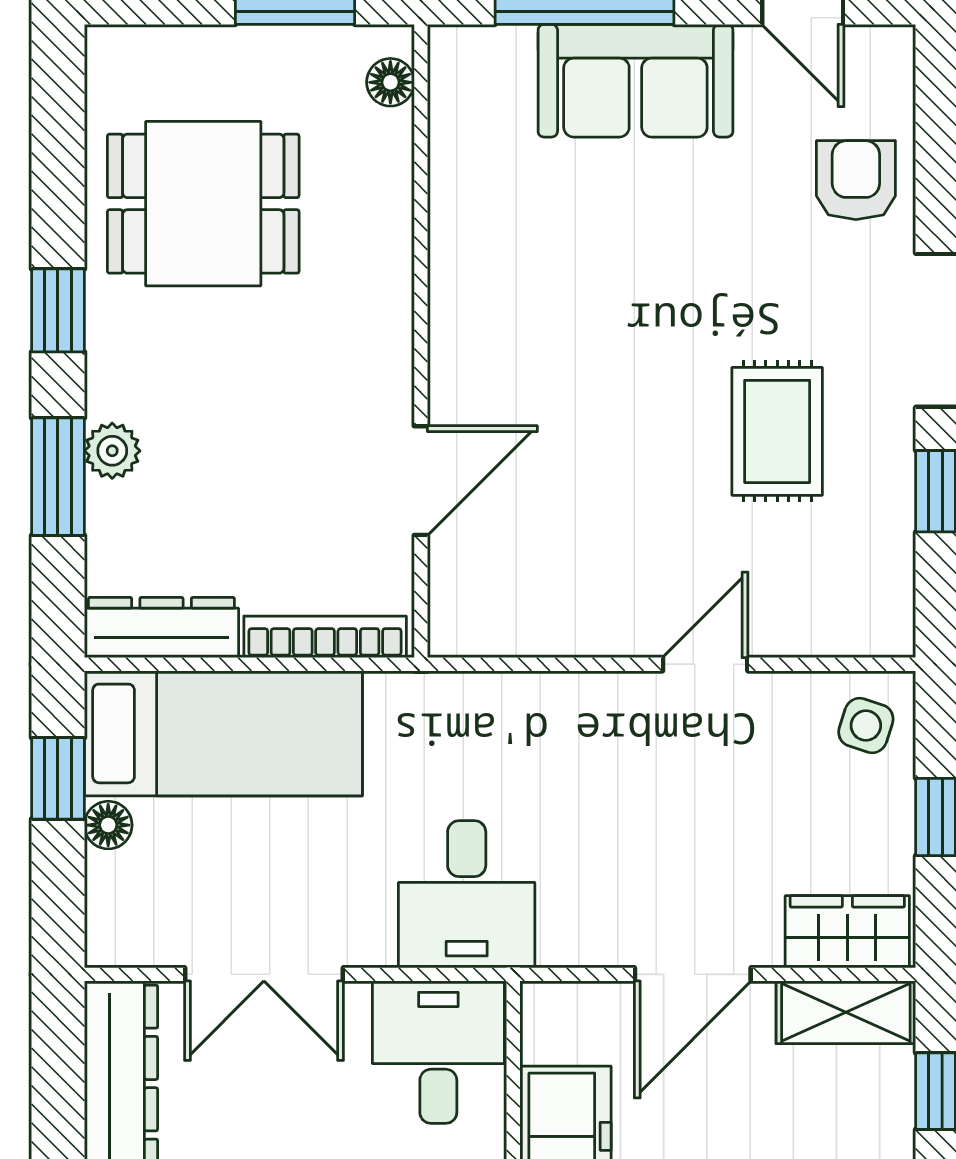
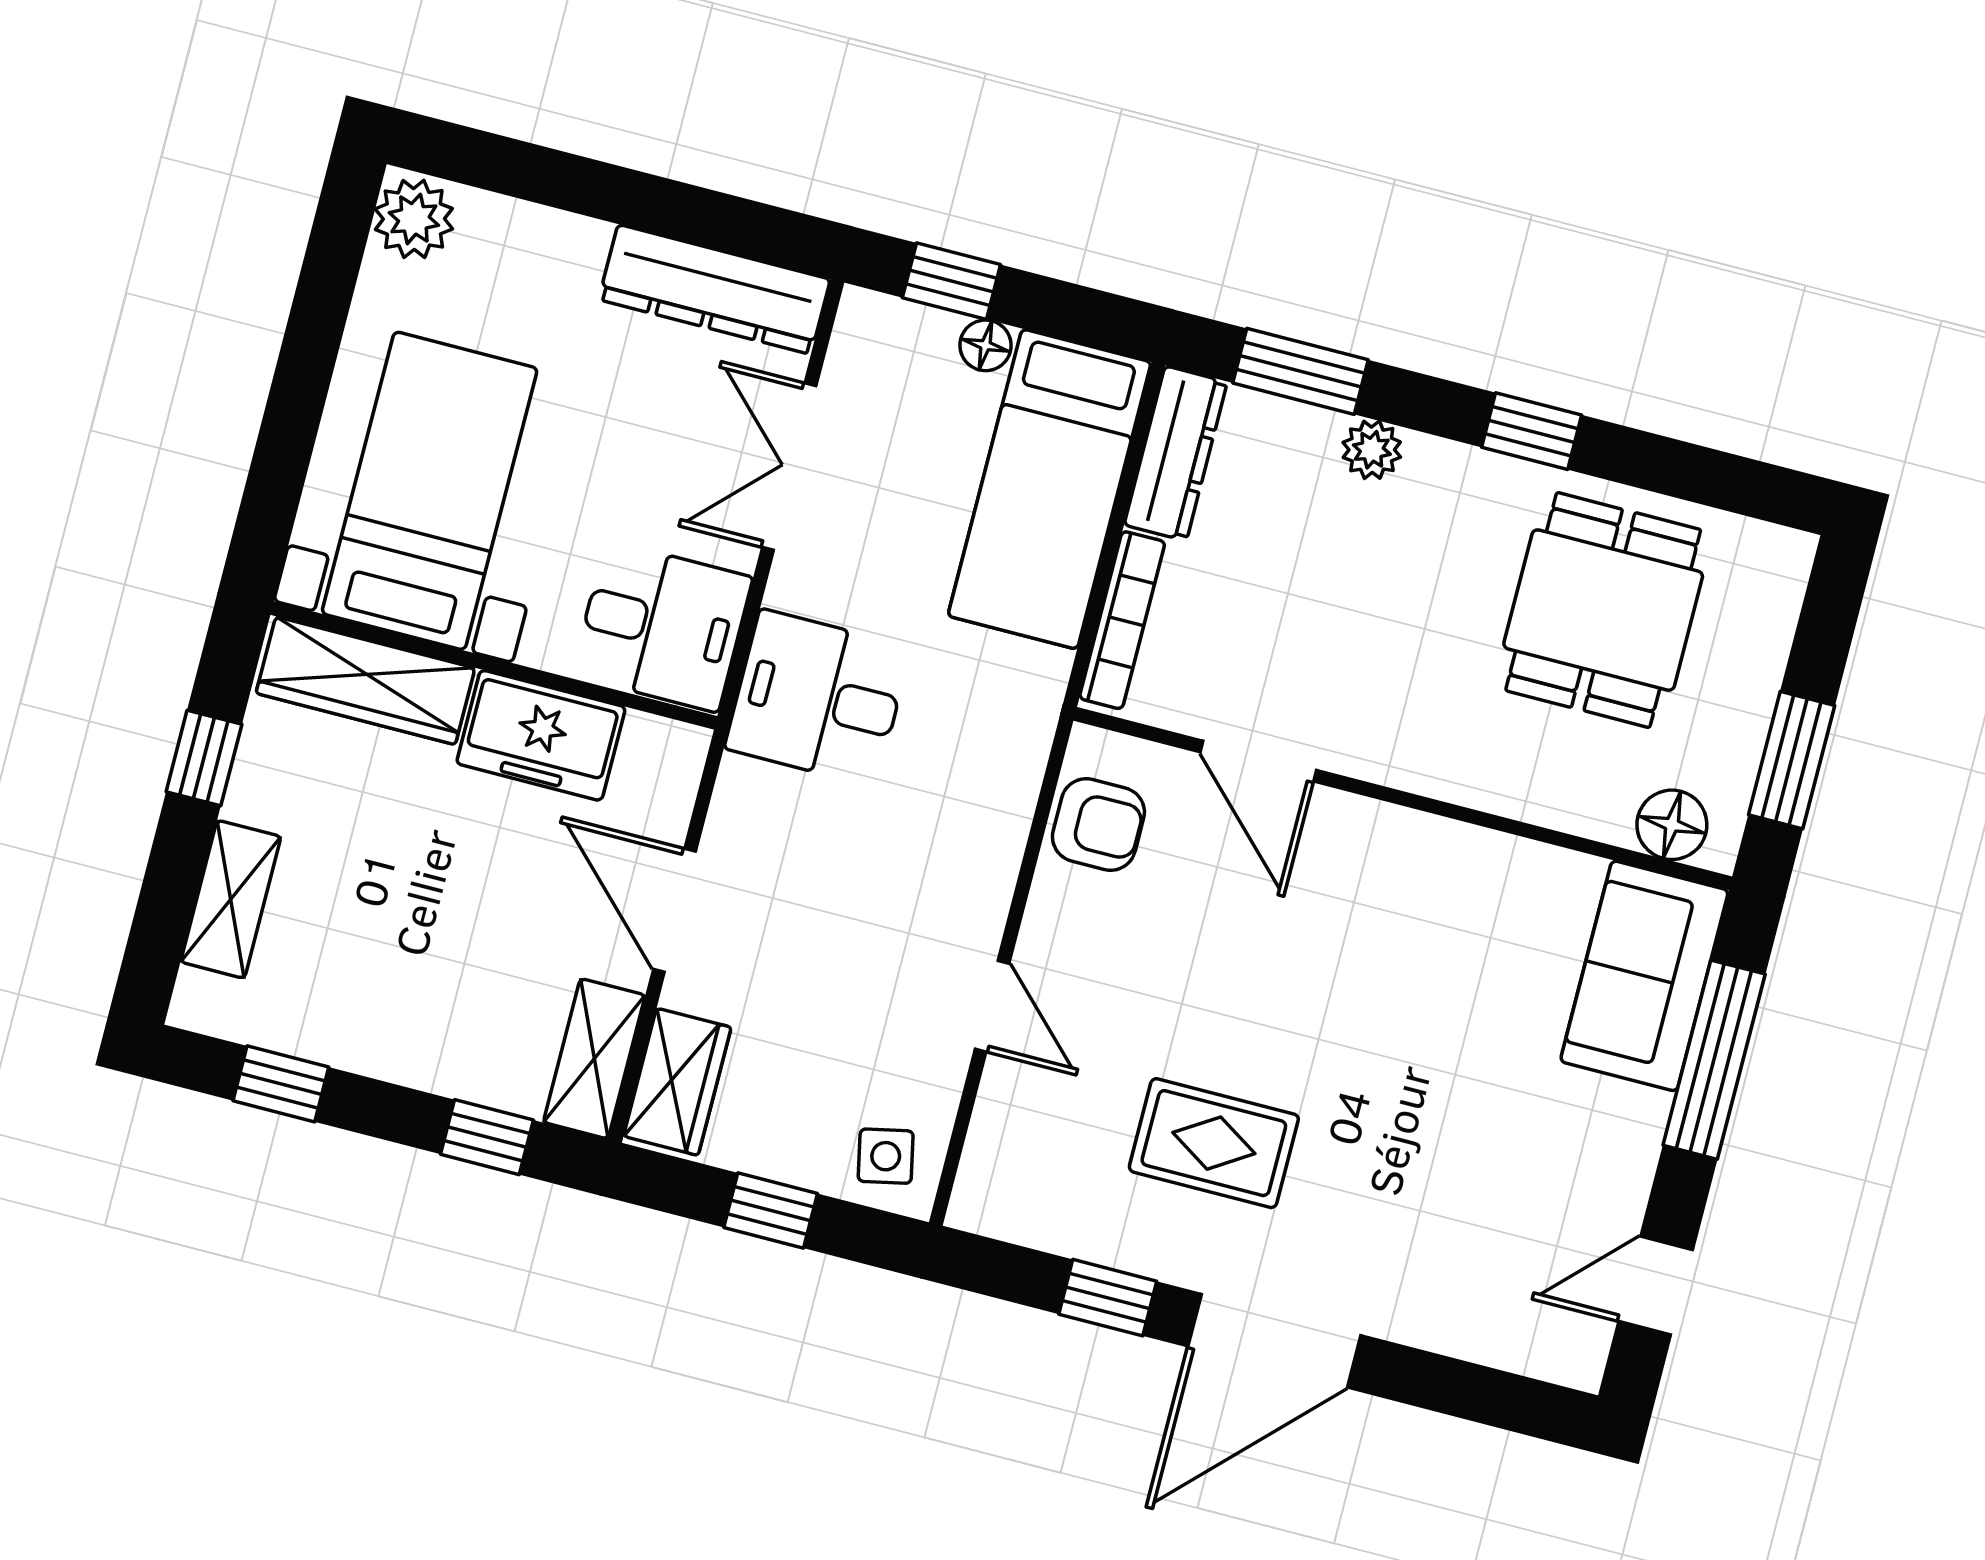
sofa: (635, 81) -> (1644, 976), moved
floor lamp: (390, 82) -> (1672, 825), width x1.37, depth x1.37
armchair: (856, 180) -> (1098, 824), moved
window: (58, 477) -> (1301, 371), moved
side table: (866, 726) -> (886, 1156), turned -30
window: (58, 778) -> (951, 281), moved

